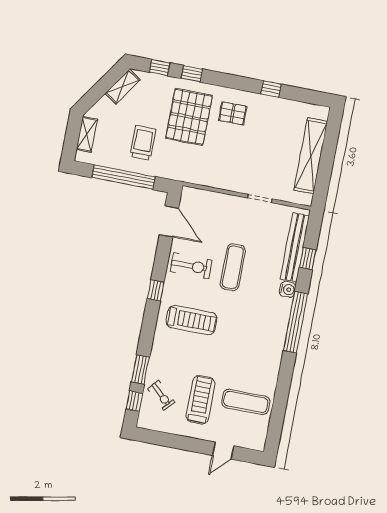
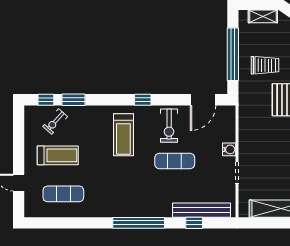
water cooler: (288, 289) -> (229, 149), moved, turned -90
exercise mat: (246, 402) -> (63, 194), turned 90

